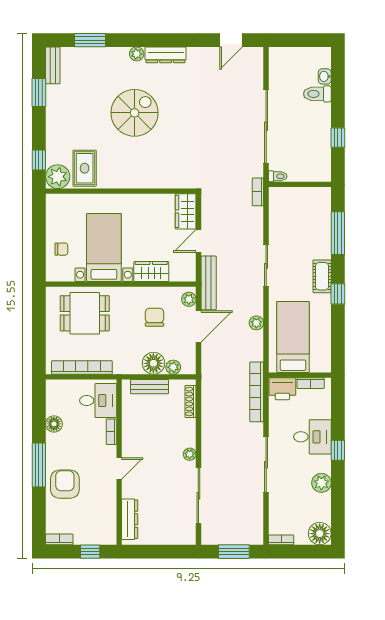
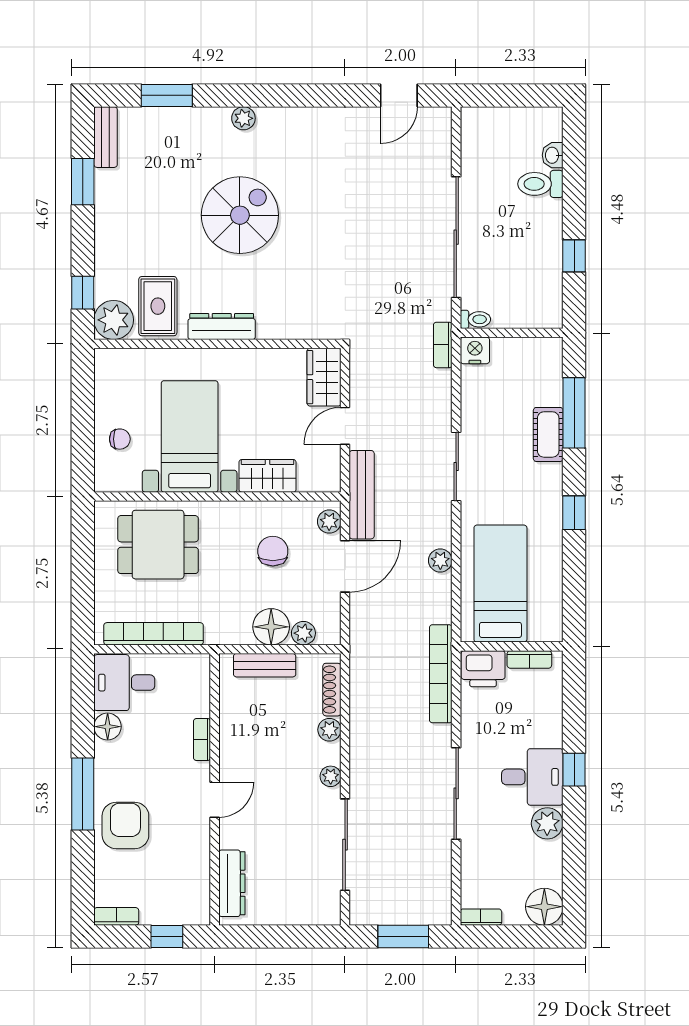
dresser: (166, 55) -> (222, 327), moved, turned 180
nightstand: (277, 195) -> (475, 350), added
cot: (322, 276) -> (548, 434), moved
desk: (98, 401) -> (124, 683), moved, turned 180
plant: (189, 426) -> (329, 730), added
desk: (312, 437) -> (532, 777), moved

